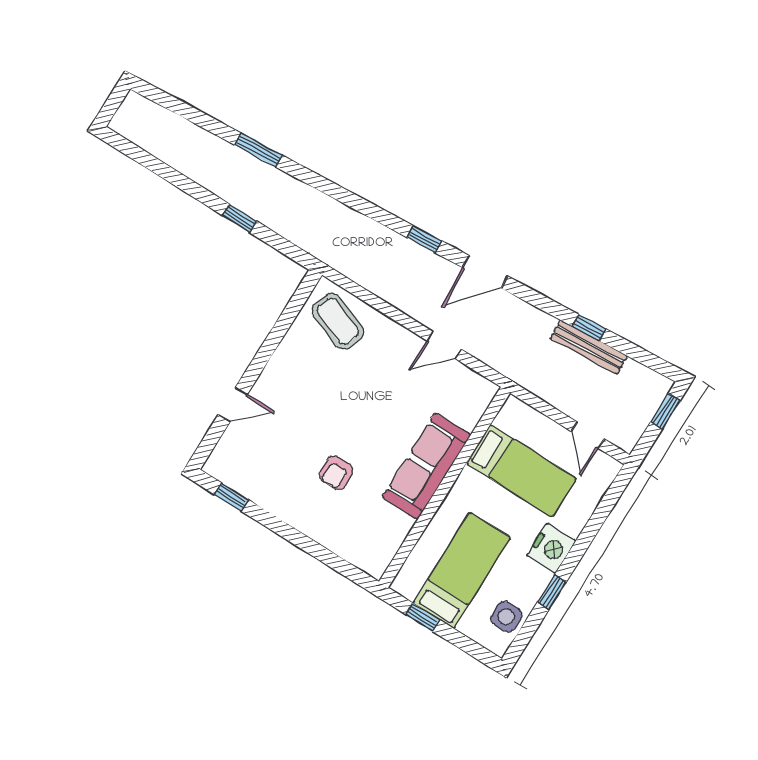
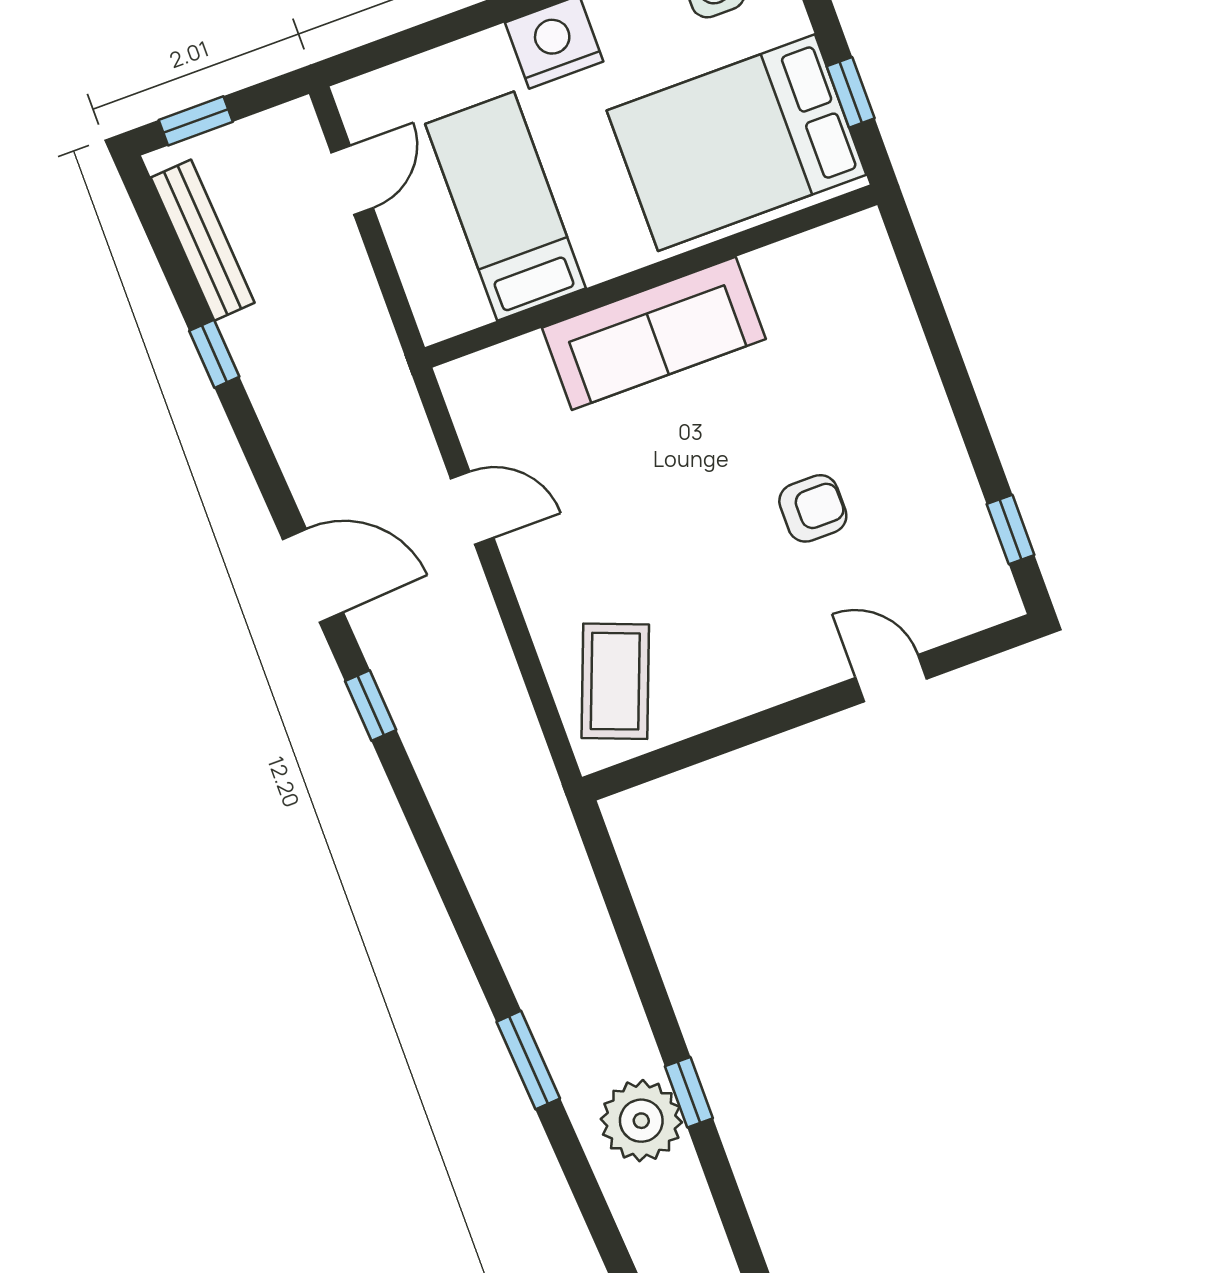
plant: (197, 161) -> (641, 1121), added
window: (240, 218) -> (689, 1092), moved
bench: (589, 347) -> (203, 240), moved
armchair: (336, 473) -> (813, 508), moved
bed: (462, 570) -> (736, 143), width x1.50

